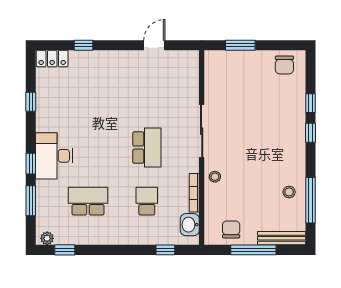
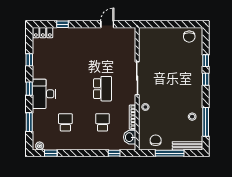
window: (240, 45) -> (161, 24), removed
window: (31, 164) -> (29, 89), moved
school desk: (88, 201) -> (65, 122), width x0.54

